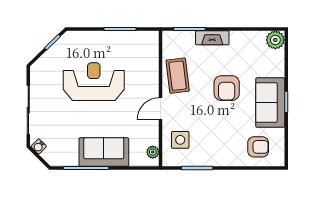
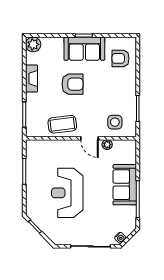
fireplace: (212, 38) -> (31, 78), moved
armchair: (258, 147) -> (121, 58), turned -90
plant: (153, 152) -> (107, 145), moved

